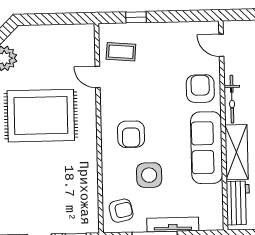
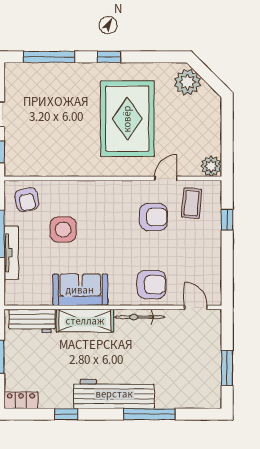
plant: (85, 34) -> (211, 166), added
door: (221, 45) -> (196, 307), hinge flipped
armchair: (131, 134) -> (154, 217), moved, turned 180
sofa: (207, 148) -> (80, 290), width x0.73

